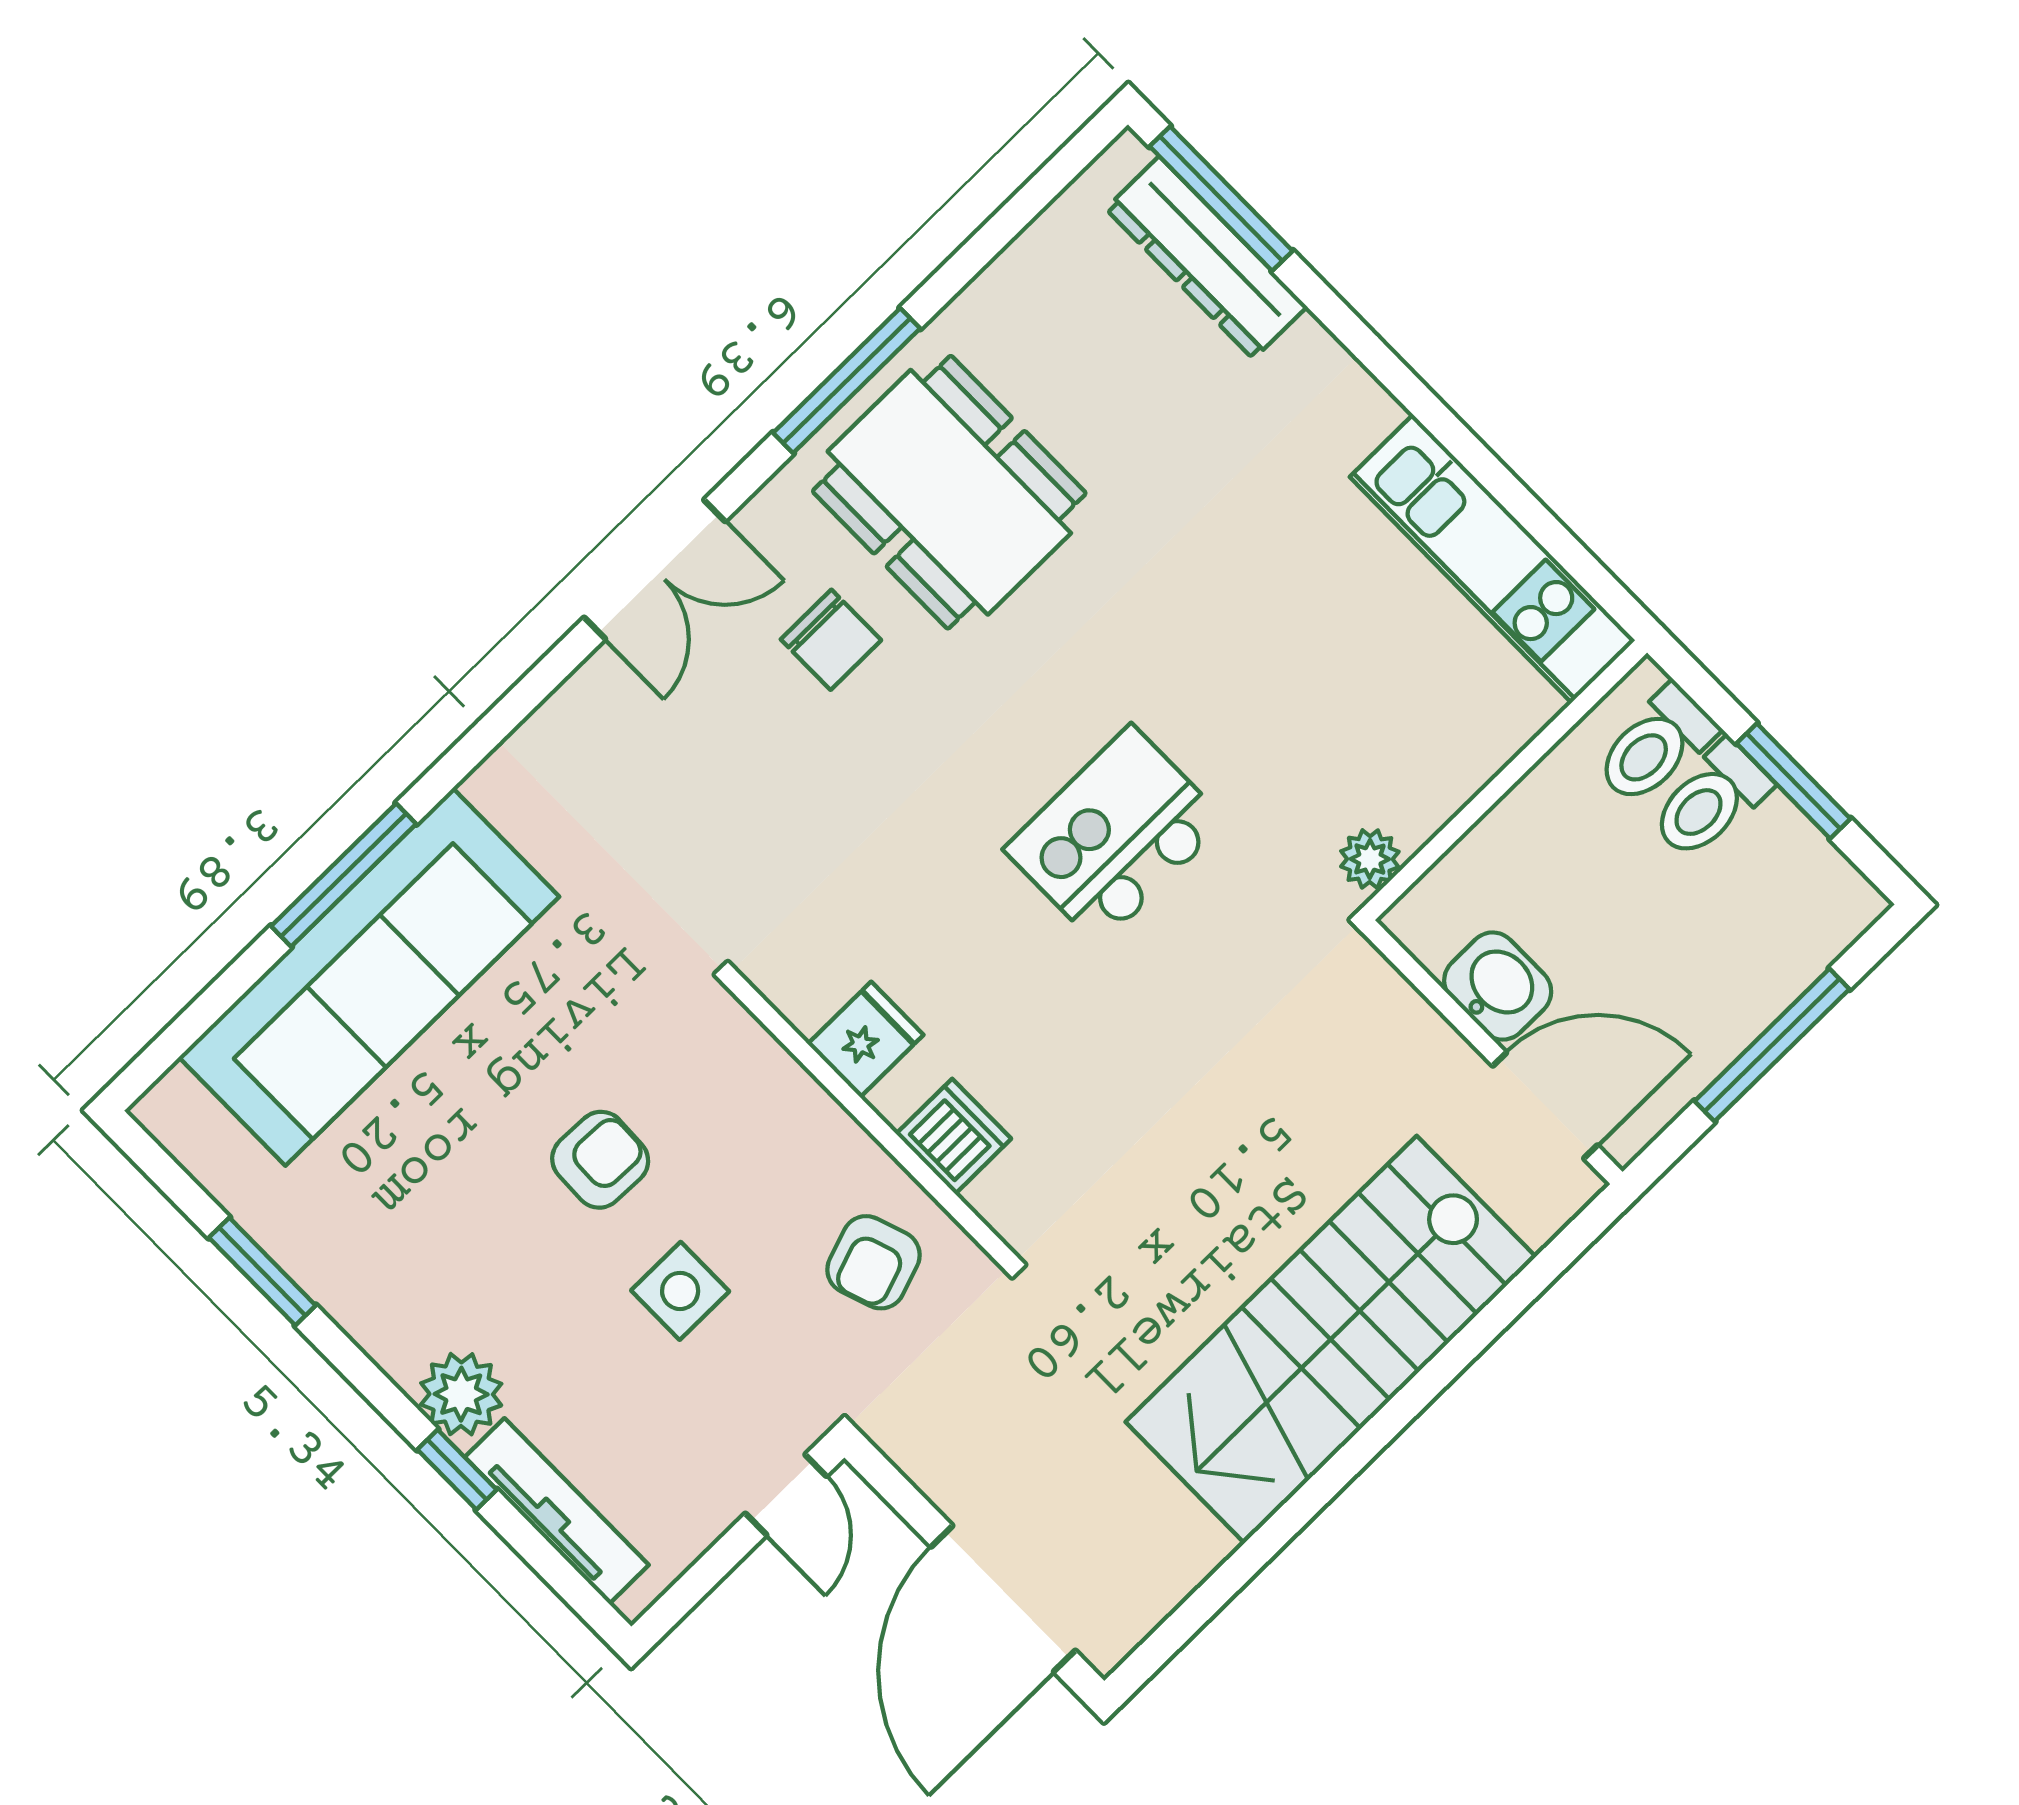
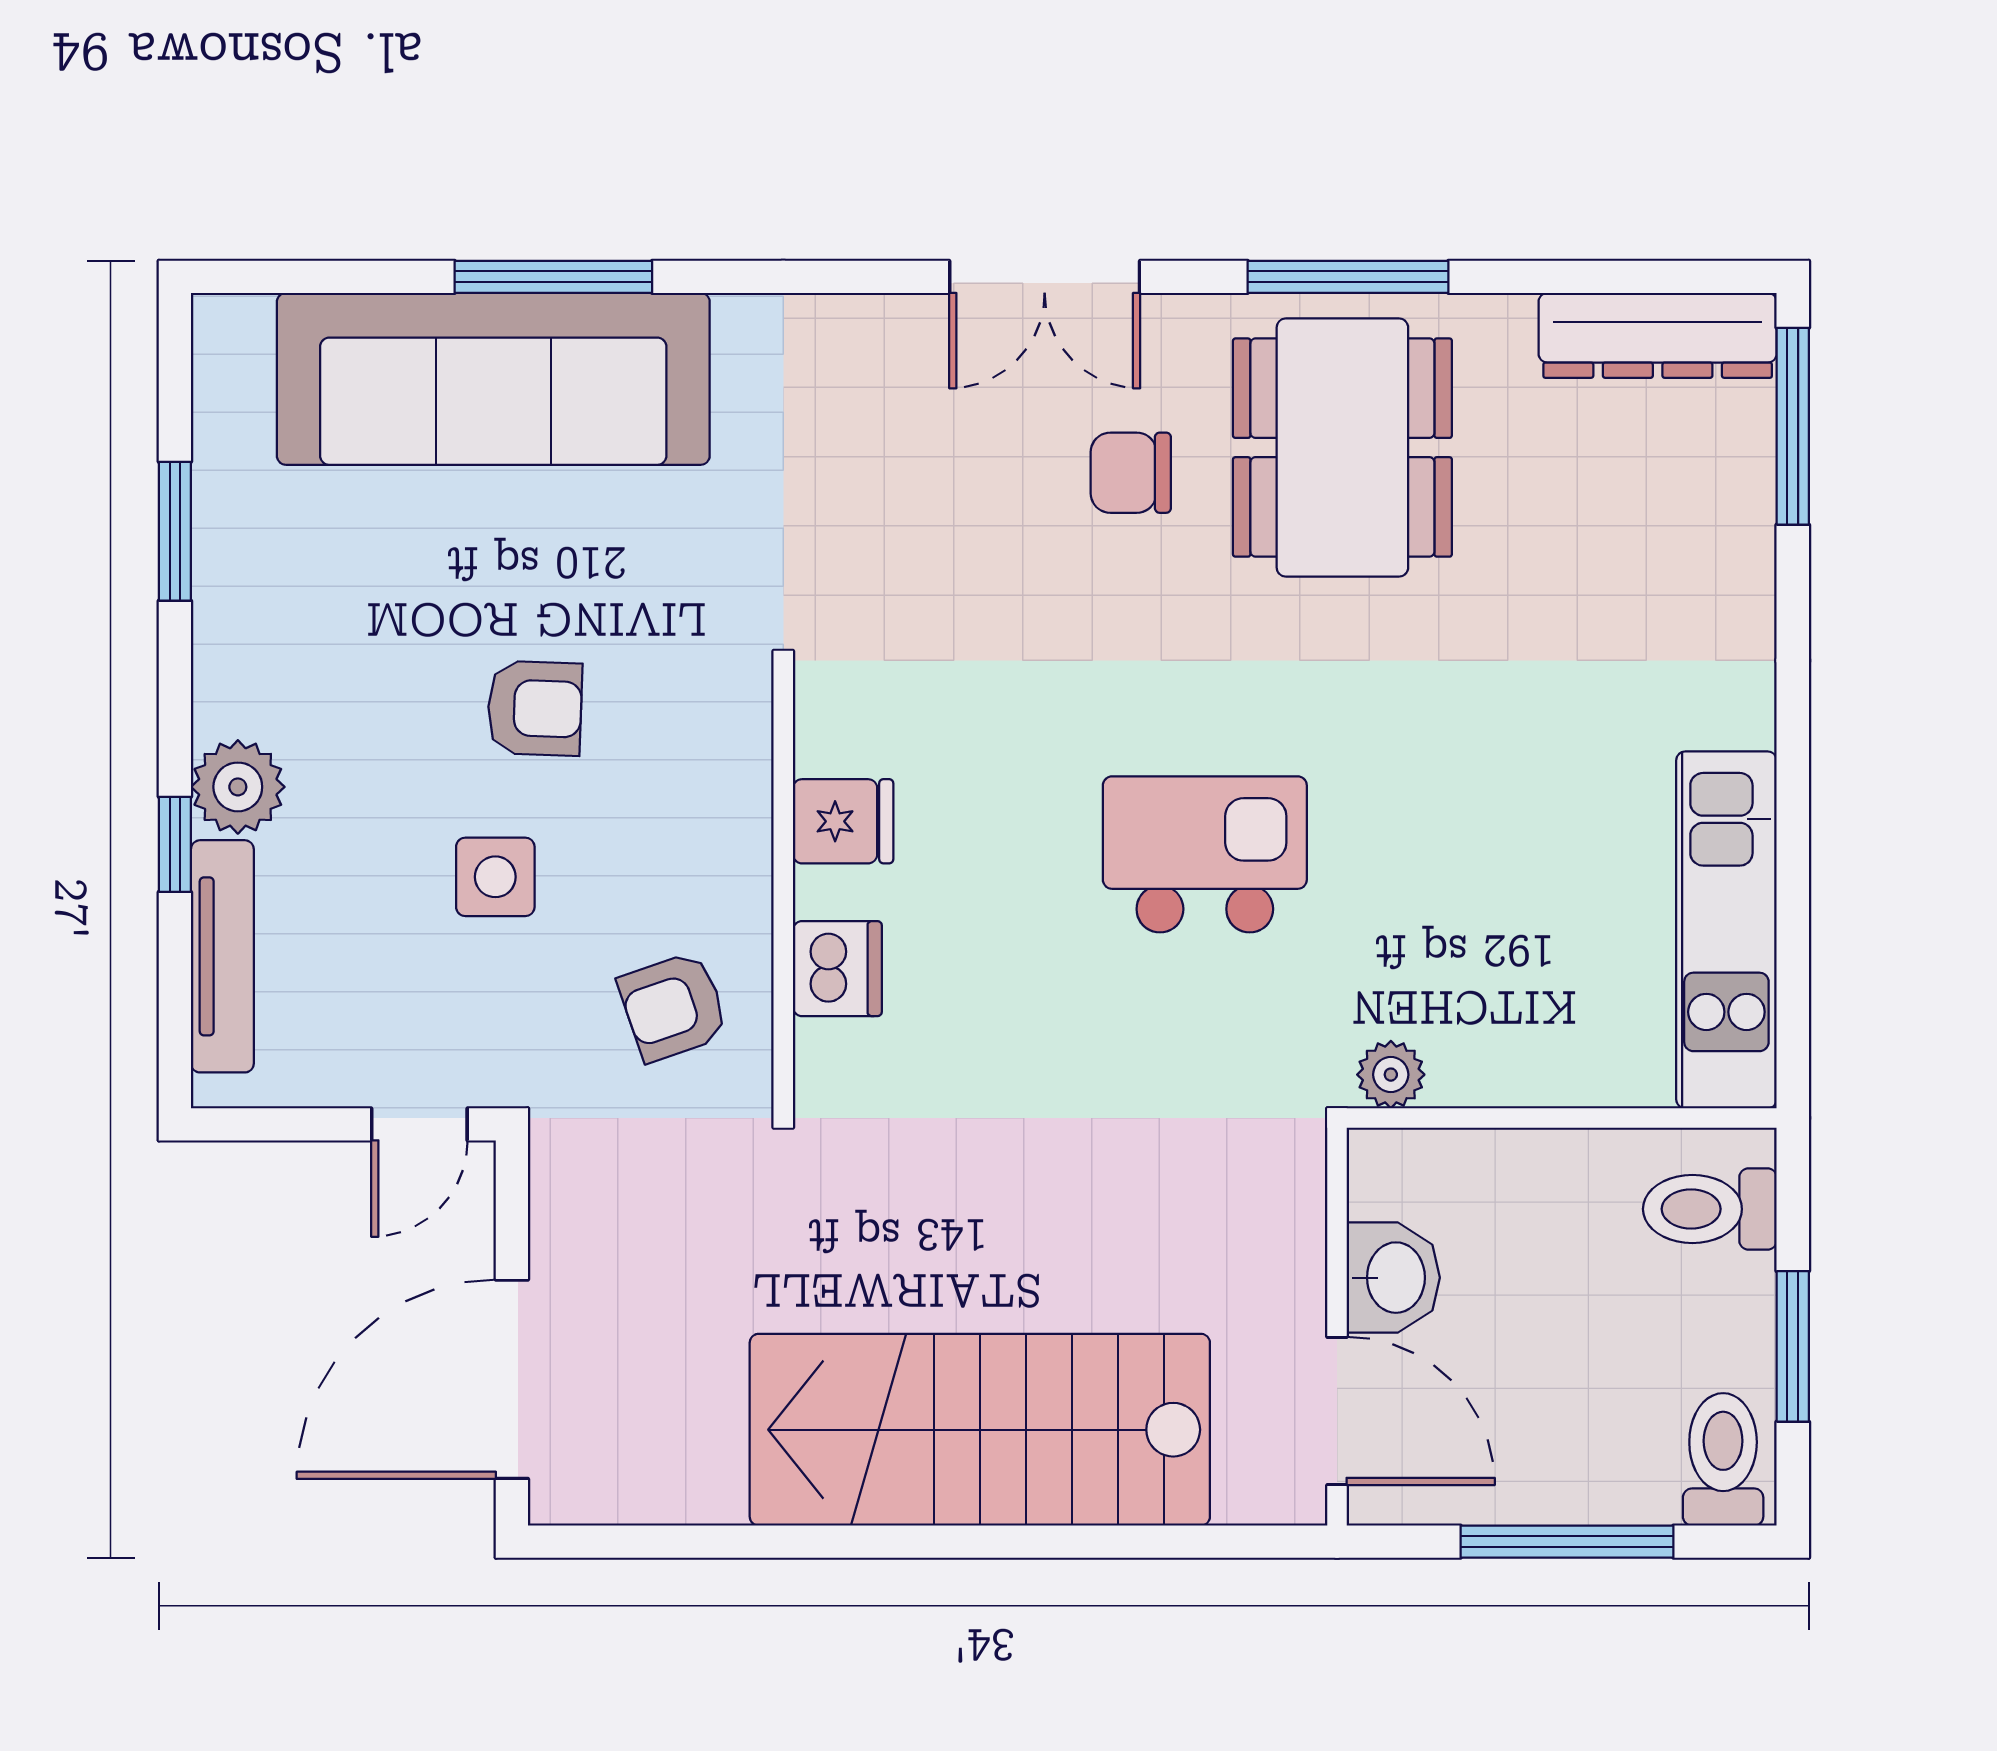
dresser: (1206, 258) -> (1658, 335), moved, turned -90
chair: (831, 640) -> (1131, 473), turned 90
toilet: (1710, 801) -> (1723, 1459), moved, turned 90

